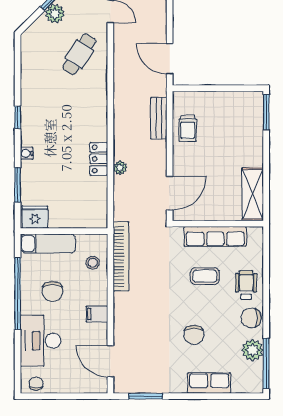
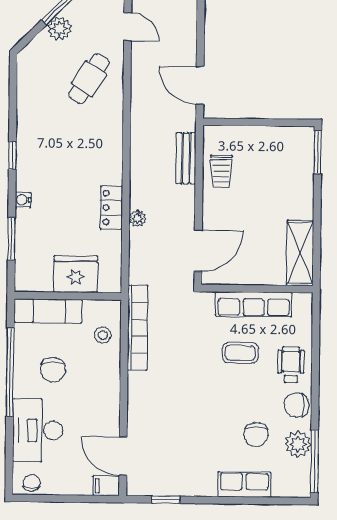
fridge: (35, 217) -> (76, 274), moved, width x1.36, depth x1.34
filing cabinet: (97, 314) -> (106, 486), moved
chair: (194, 335) -> (256, 435), moved
window: (145, 396) -> (166, 500), width x0.67

